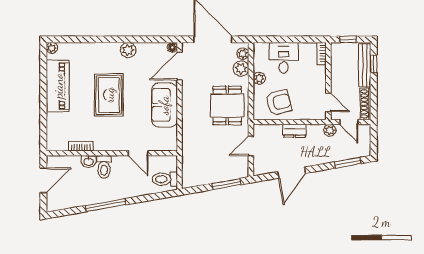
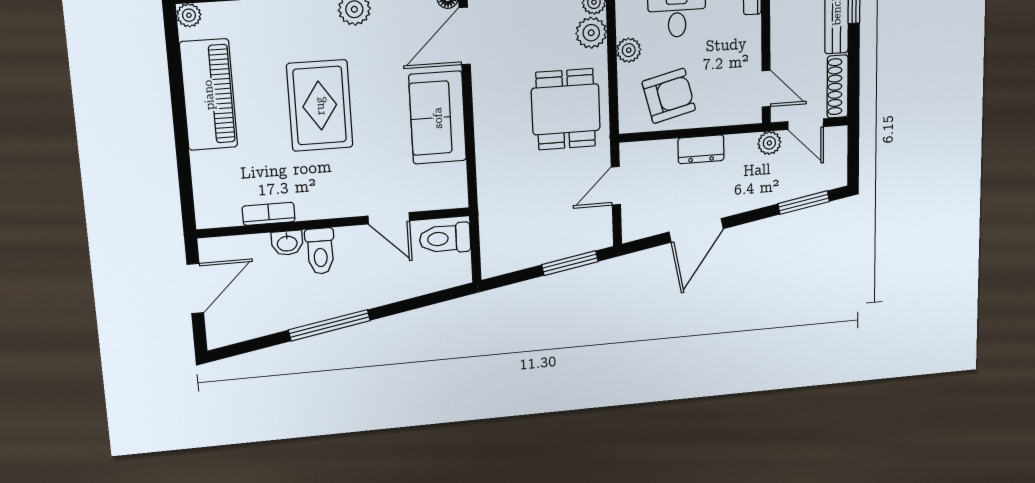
toilet: (165, 179) -> (445, 238), moved

